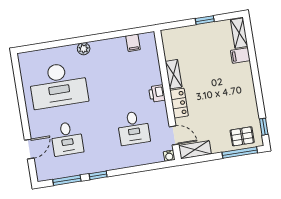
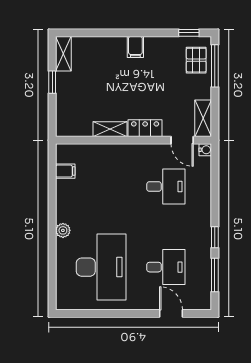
shelving: (239, 33) -> (63, 54), moved, turned 90
filing cabinet: (240, 56) -> (135, 47), moved
printer: (157, 93) -> (130, 152), removed
door: (174, 135) -> (182, 140), swing flipped

